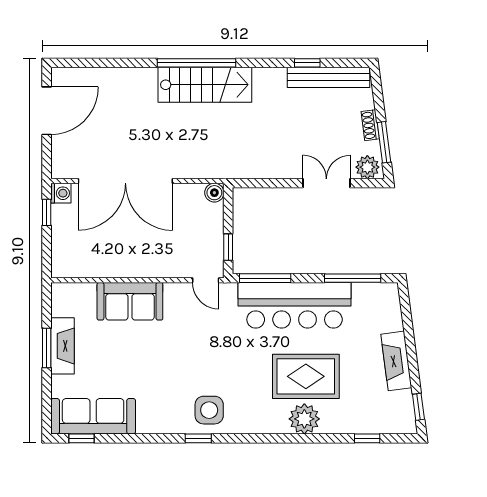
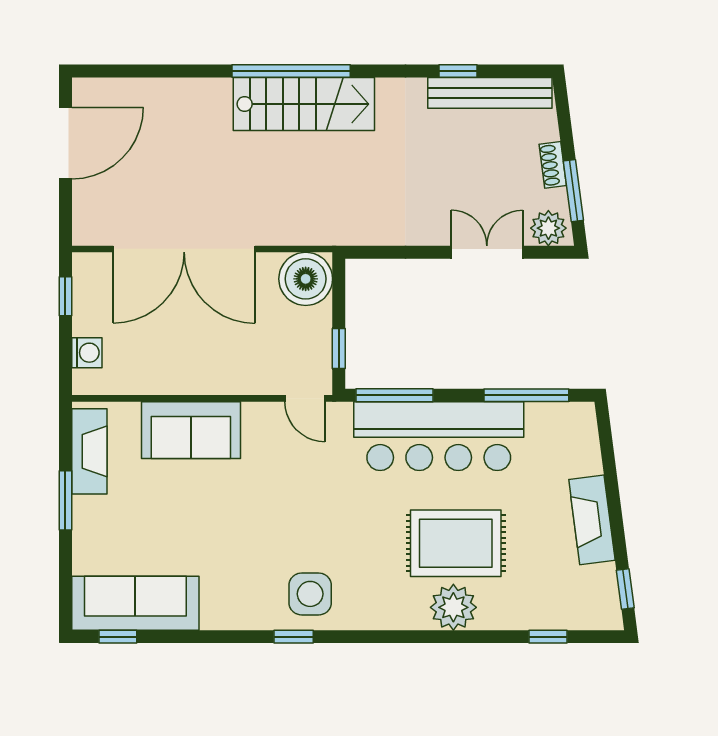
washing machine: (61, 193) -> (87, 353), moved
boiler: (214, 193) -> (306, 279), width x1.86, depth x1.86
fireplace: (63, 346) -> (89, 451), moved

